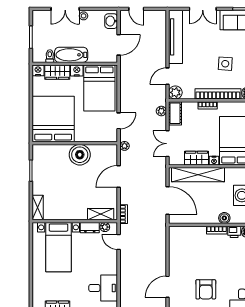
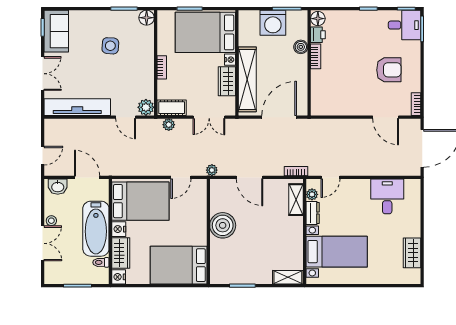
bathtub: (71, 55) -> (96, 229), width x1.36, depth x1.36
bookcase: (218, 94) -> (148, 55), removed
bed: (53, 119) -> (179, 265), width x0.73
door: (119, 121) -> (181, 177), swing flipped

